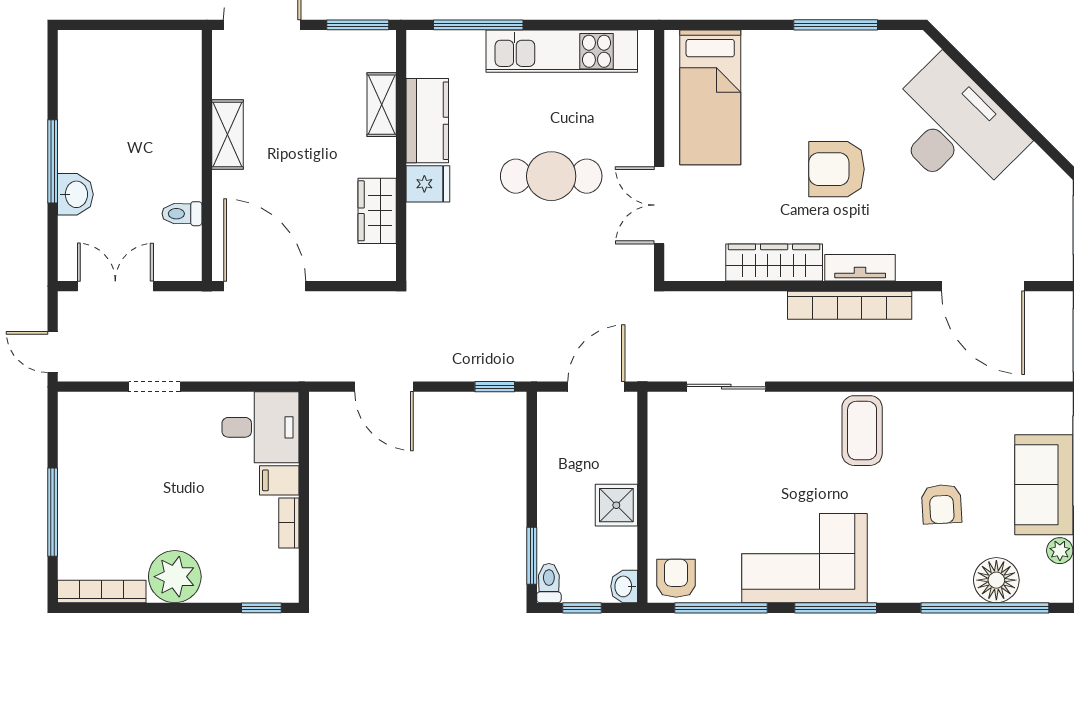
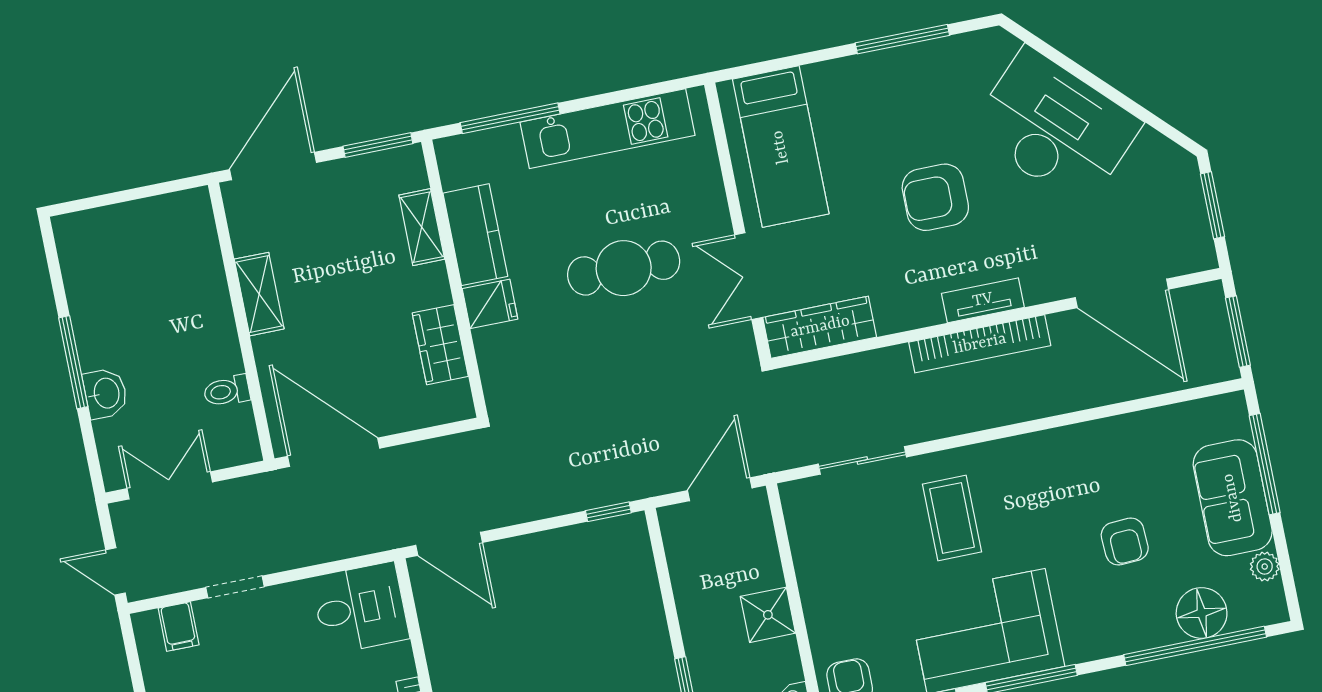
wardrobe: (774, 263) -> (820, 327), moved
door: (384, 387) -> (449, 544), moved
coffee table: (862, 431) -> (952, 518), moved
filing cabinet: (279, 480) -> (179, 627), moved, turned -90

